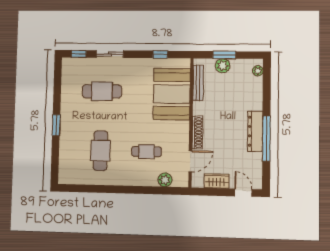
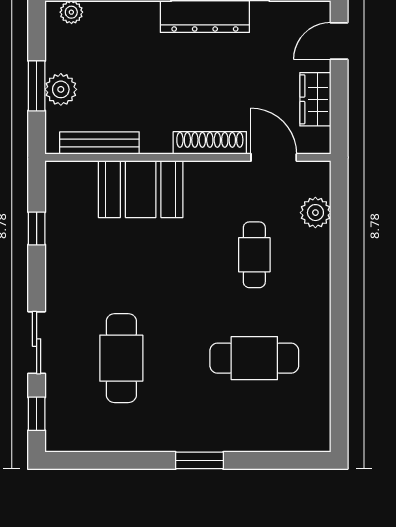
booth: (172, 94) -> (141, 189), width x0.73, depth x0.70

